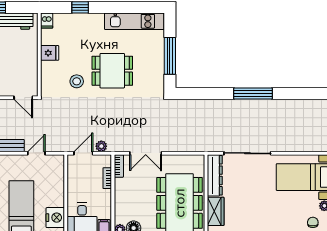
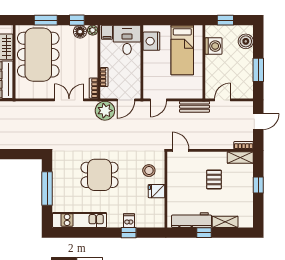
dishwasher: (47, 21) -> (129, 221), moved
stool: (77, 81) -> (149, 171), moved
plant: (101, 146) -> (105, 111), width x1.88, depth x1.88
door: (36, 153) -> (158, 100), moved

